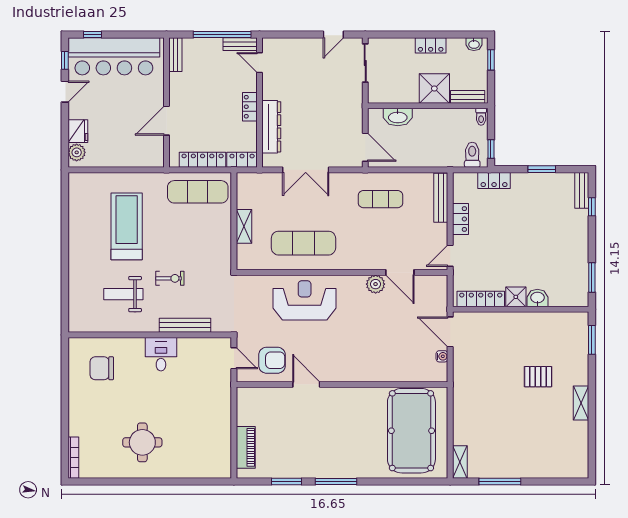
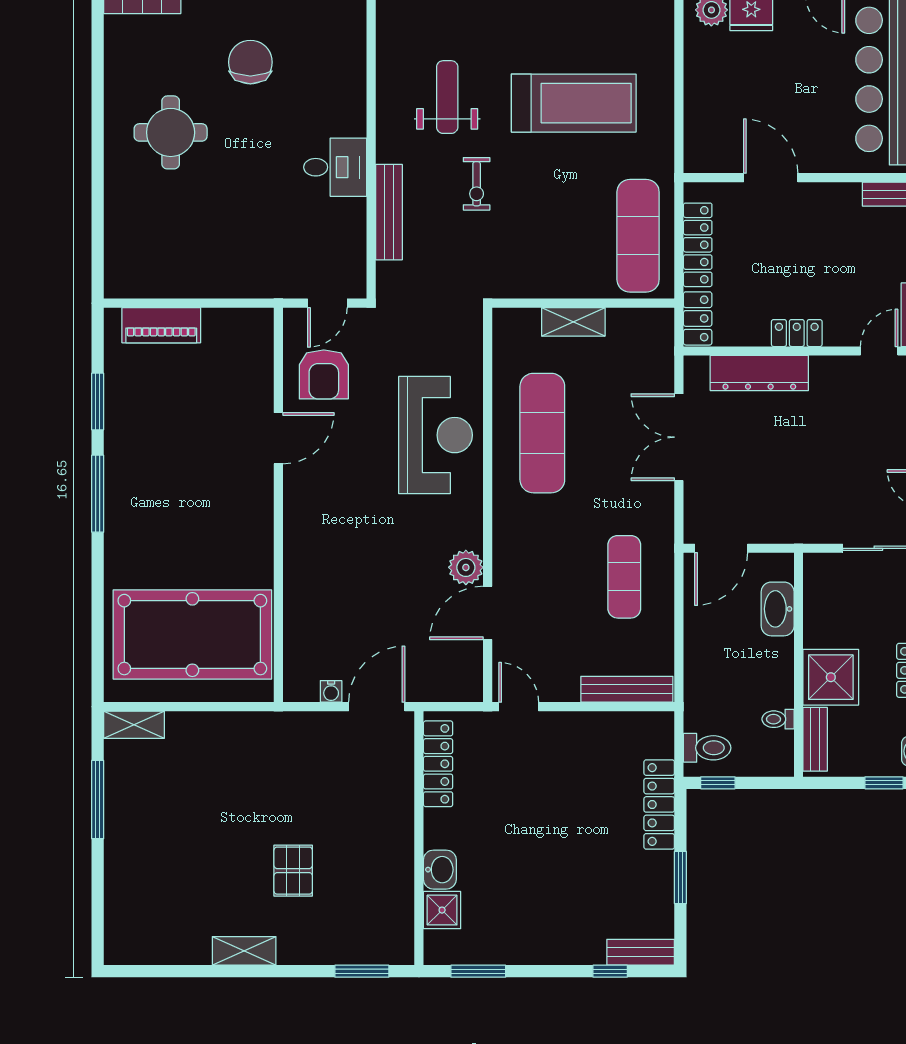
toilet: (481, 117) -> (778, 719), moved
locker: (494, 180) -> (659, 804), width x1.53
locker: (460, 219) -> (587, 726), removed
shower: (516, 297) -> (442, 910), moved
chair: (102, 368) -> (250, 62), moved

